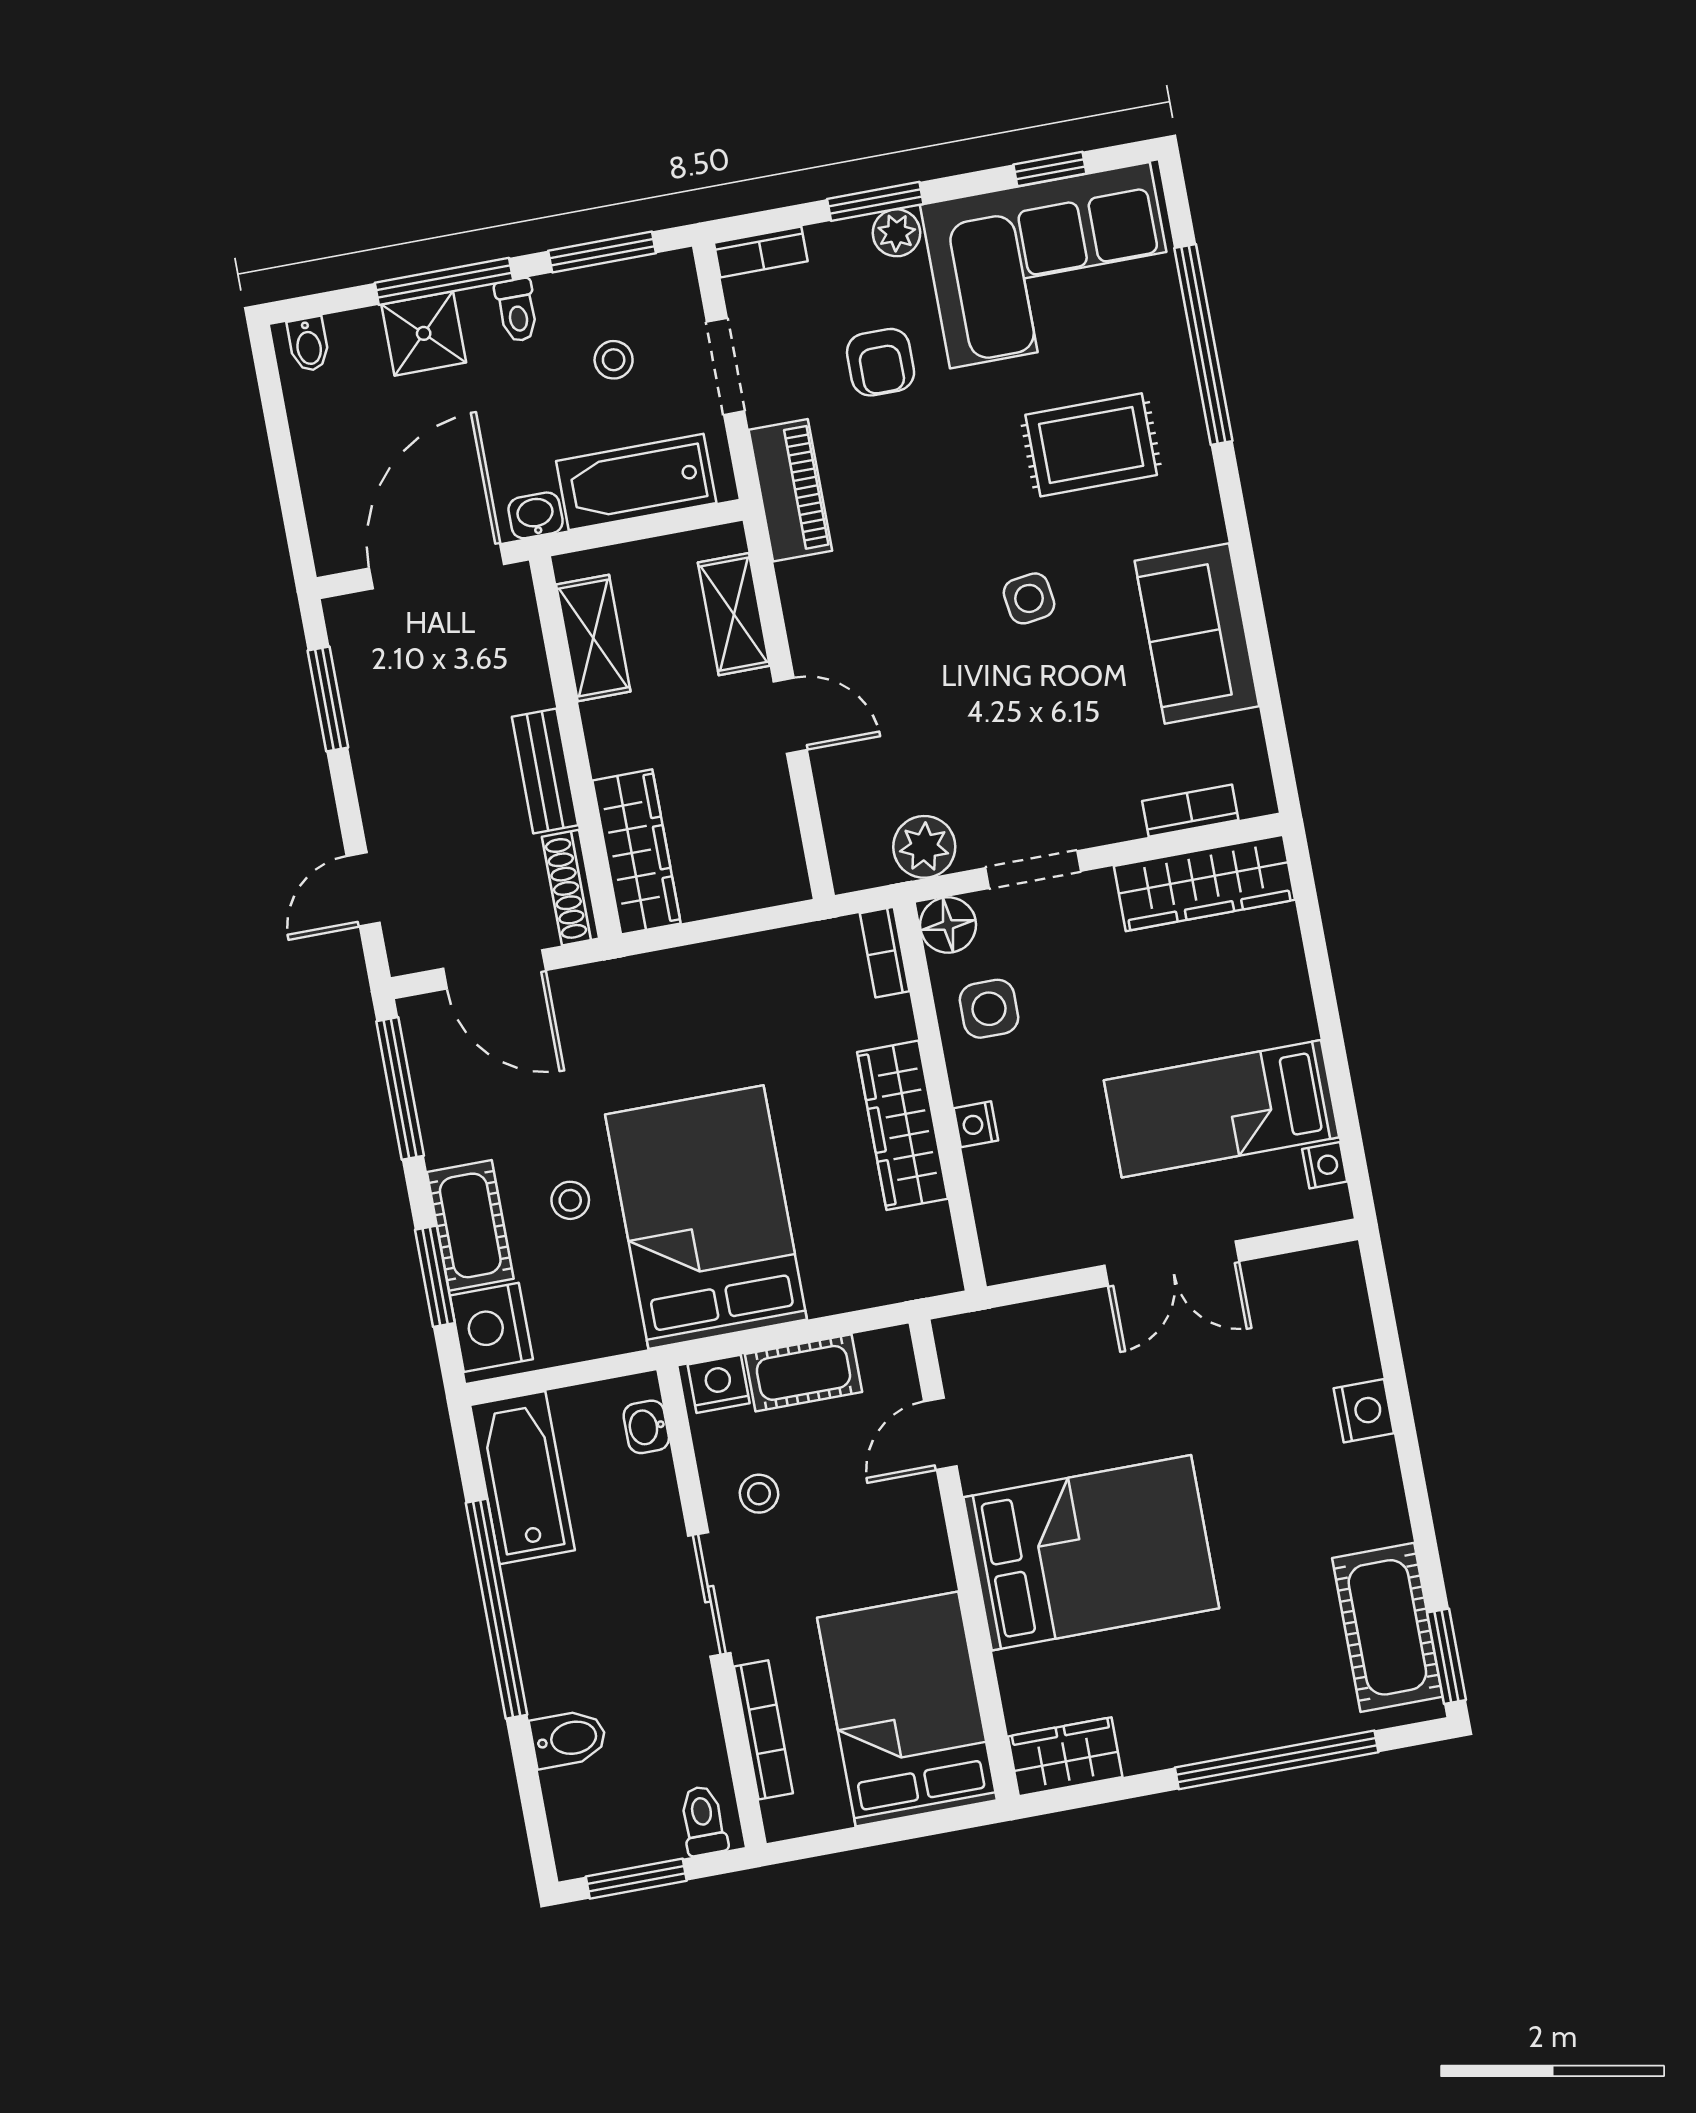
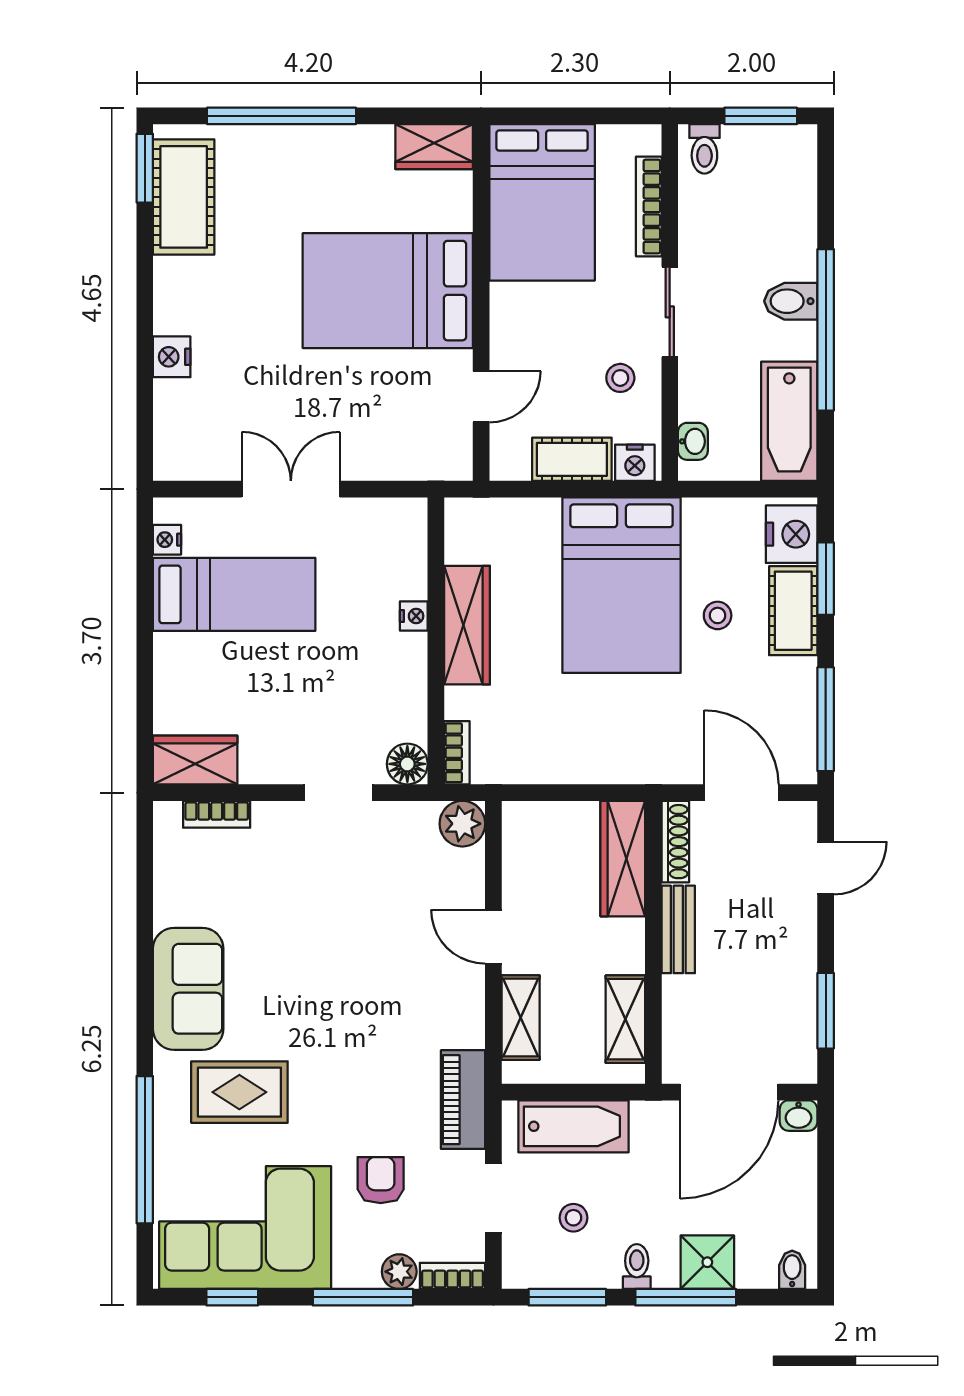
window: (875, 201) -> (363, 1297), width x1.44
plant: (896, 233) -> (399, 1272), moved
washbasin: (536, 515) -> (799, 1116), moved
side table: (1029, 598) -> (305, 989), removed
sofa: (1197, 634) -> (188, 989), moved
plant: (924, 847) -> (462, 824), moved
wardrobe: (1204, 883) -> (195, 760), width x0.67
side table: (989, 1009) -> (389, 698), removed
bidet: (569, 1739) -> (791, 301), moved

